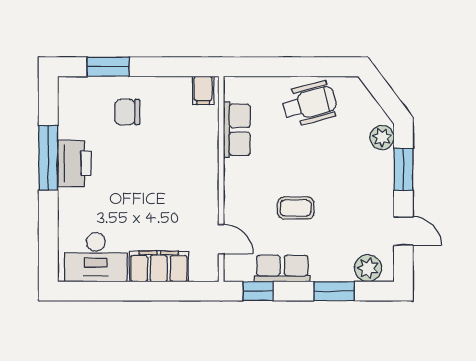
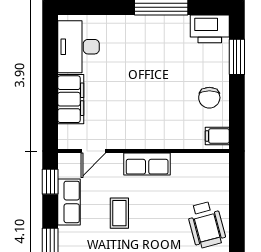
chair: (127, 112) -> (209, 98), moved, turned 180
row of seats: (237, 130) -> (147, 164), moved
printer: (74, 163) -> (210, 29), moved

